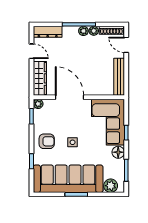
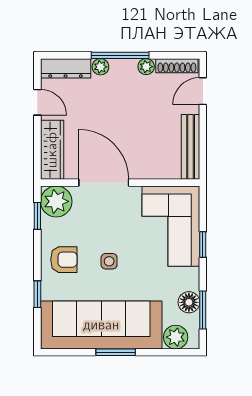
plant: (83, 31) -> (100, 67), moved
door: (126, 45) -> (203, 91), hinge flipped
plant: (38, 104) -> (56, 201), width x1.88, depth x1.88
floor lamp: (118, 152) -> (189, 302), moved

